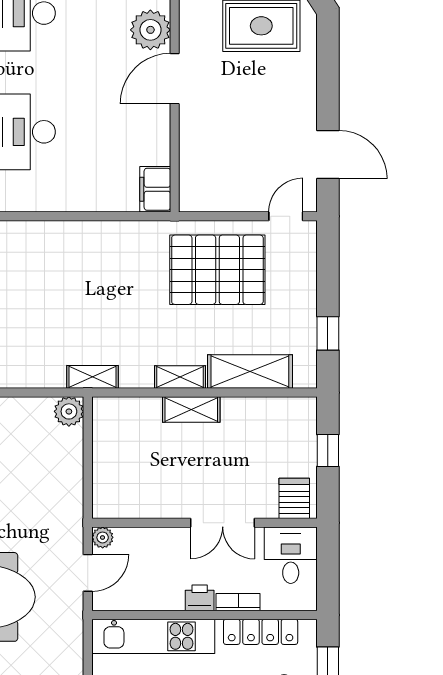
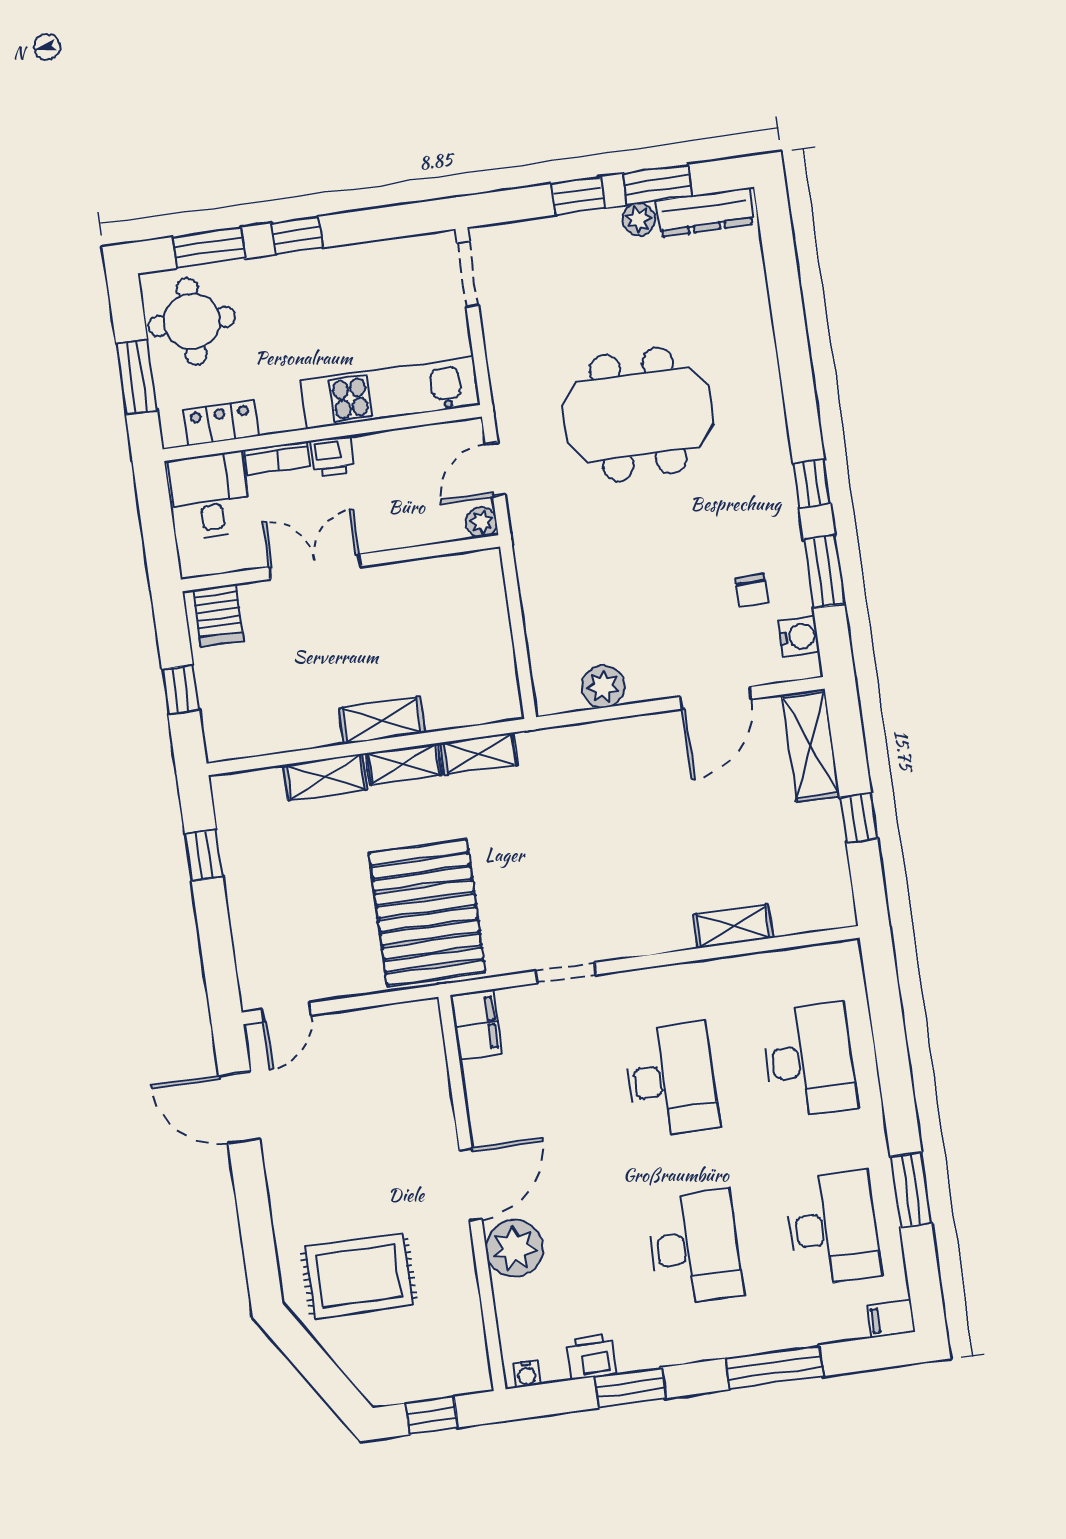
doorway: (88, 216) -> (566, 973), added
pallet: (217, 270) -> (427, 913), moved, turned 90
shelving: (250, 372) -> (325, 777), width x0.67, depth x0.75
shelving: (92, 377) -> (479, 754), moved
plant: (69, 411) -> (603, 687), moved
desk: (291, 555) -> (210, 495), moved, turned 180
locker: (261, 632) -> (221, 423), width x0.66

